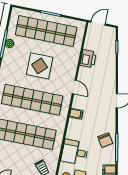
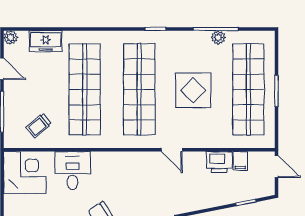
door: (74, 87) -> (172, 150), hinge flipped
filing cabinet: (76, 114) -> (240, 161), moved

